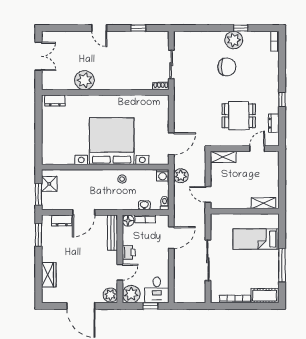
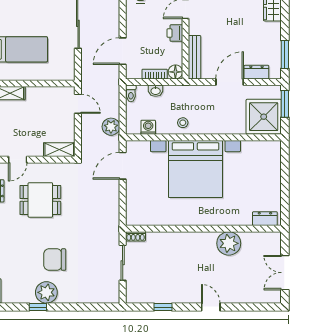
washing machine: (163, 175) -> (148, 127), moved
shower: (49, 184) -> (264, 117), width x1.86, depth x1.86

